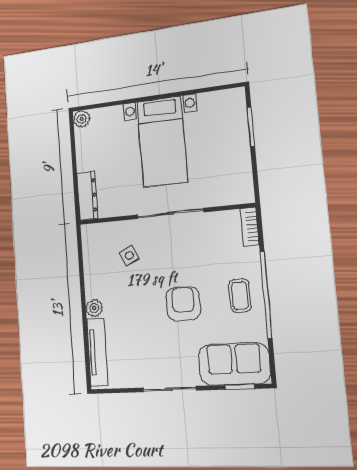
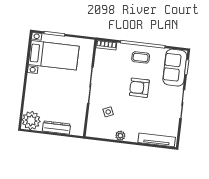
plant: (82, 119) -> (31, 120), width x1.88, depth x1.88
bed with nightstands: (162, 142) -> (54, 55), moved
dresser: (87, 196) -> (56, 128), moved
plant: (94, 308) -> (120, 136), moved

